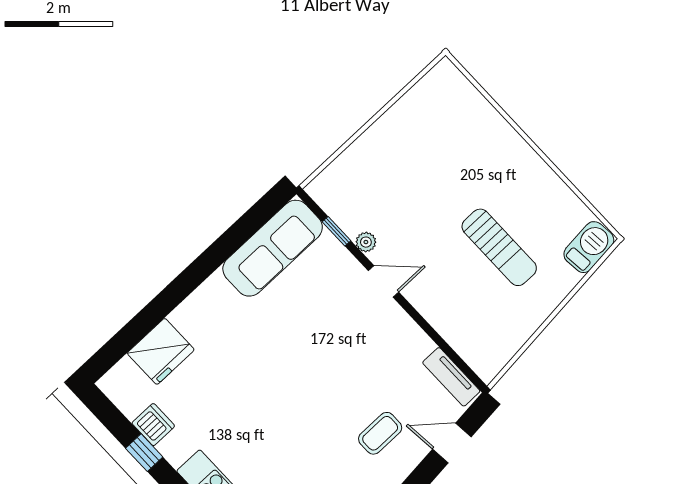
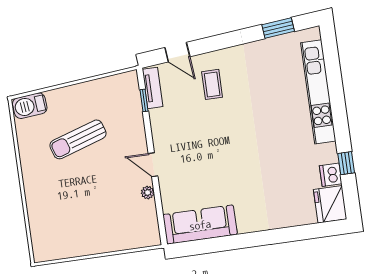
window: (336, 231) -> (144, 100), moved
sun lounger: (499, 247) -> (78, 139), turned -108
fridge: (161, 351) -> (330, 204), moved, turned -90
coffee table: (380, 433) -> (212, 84), turned 90

